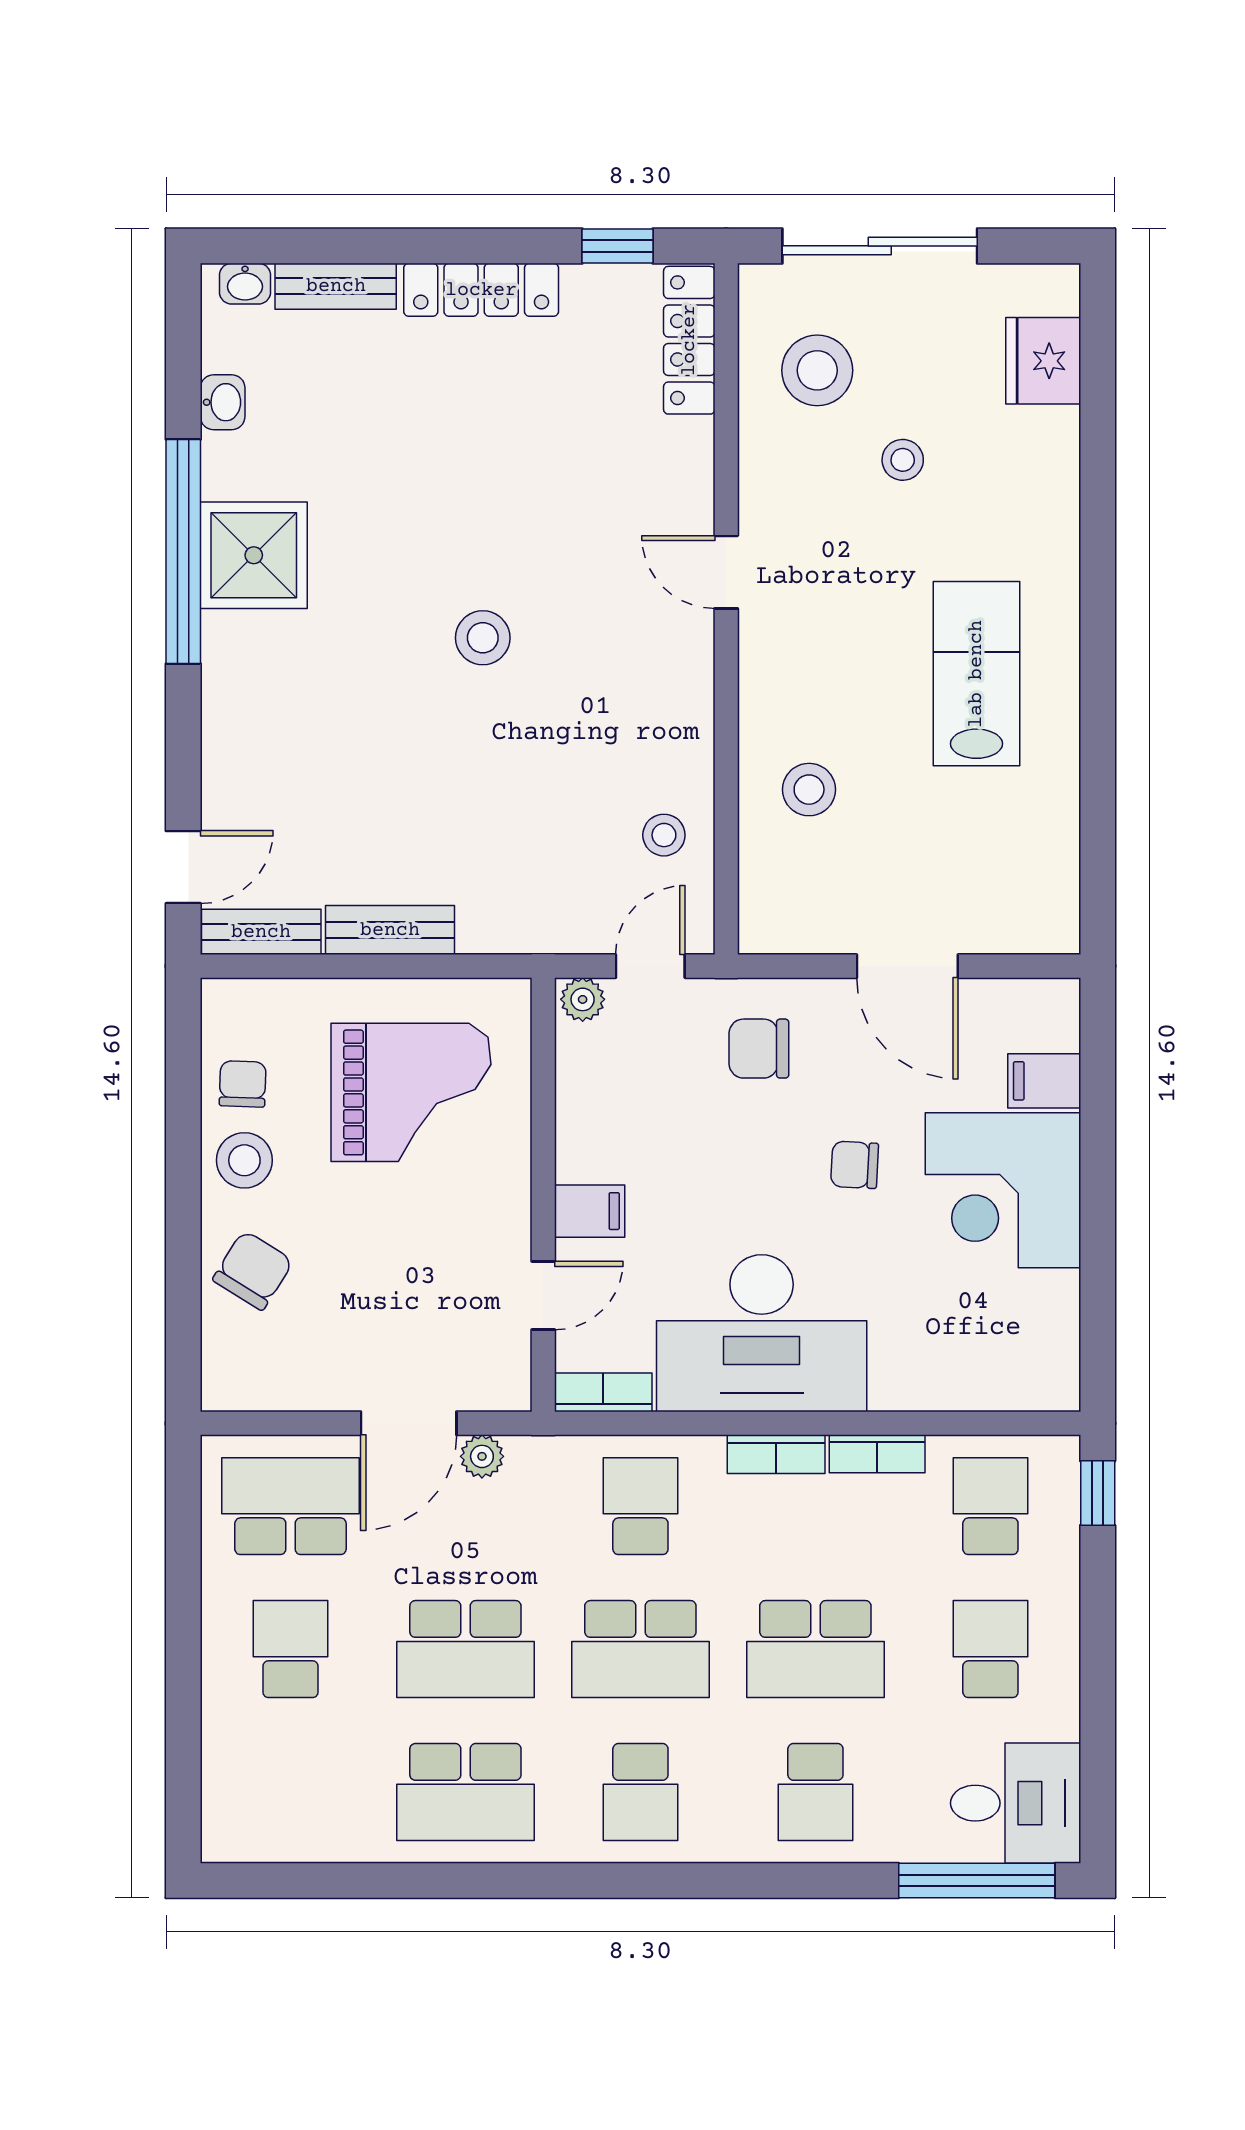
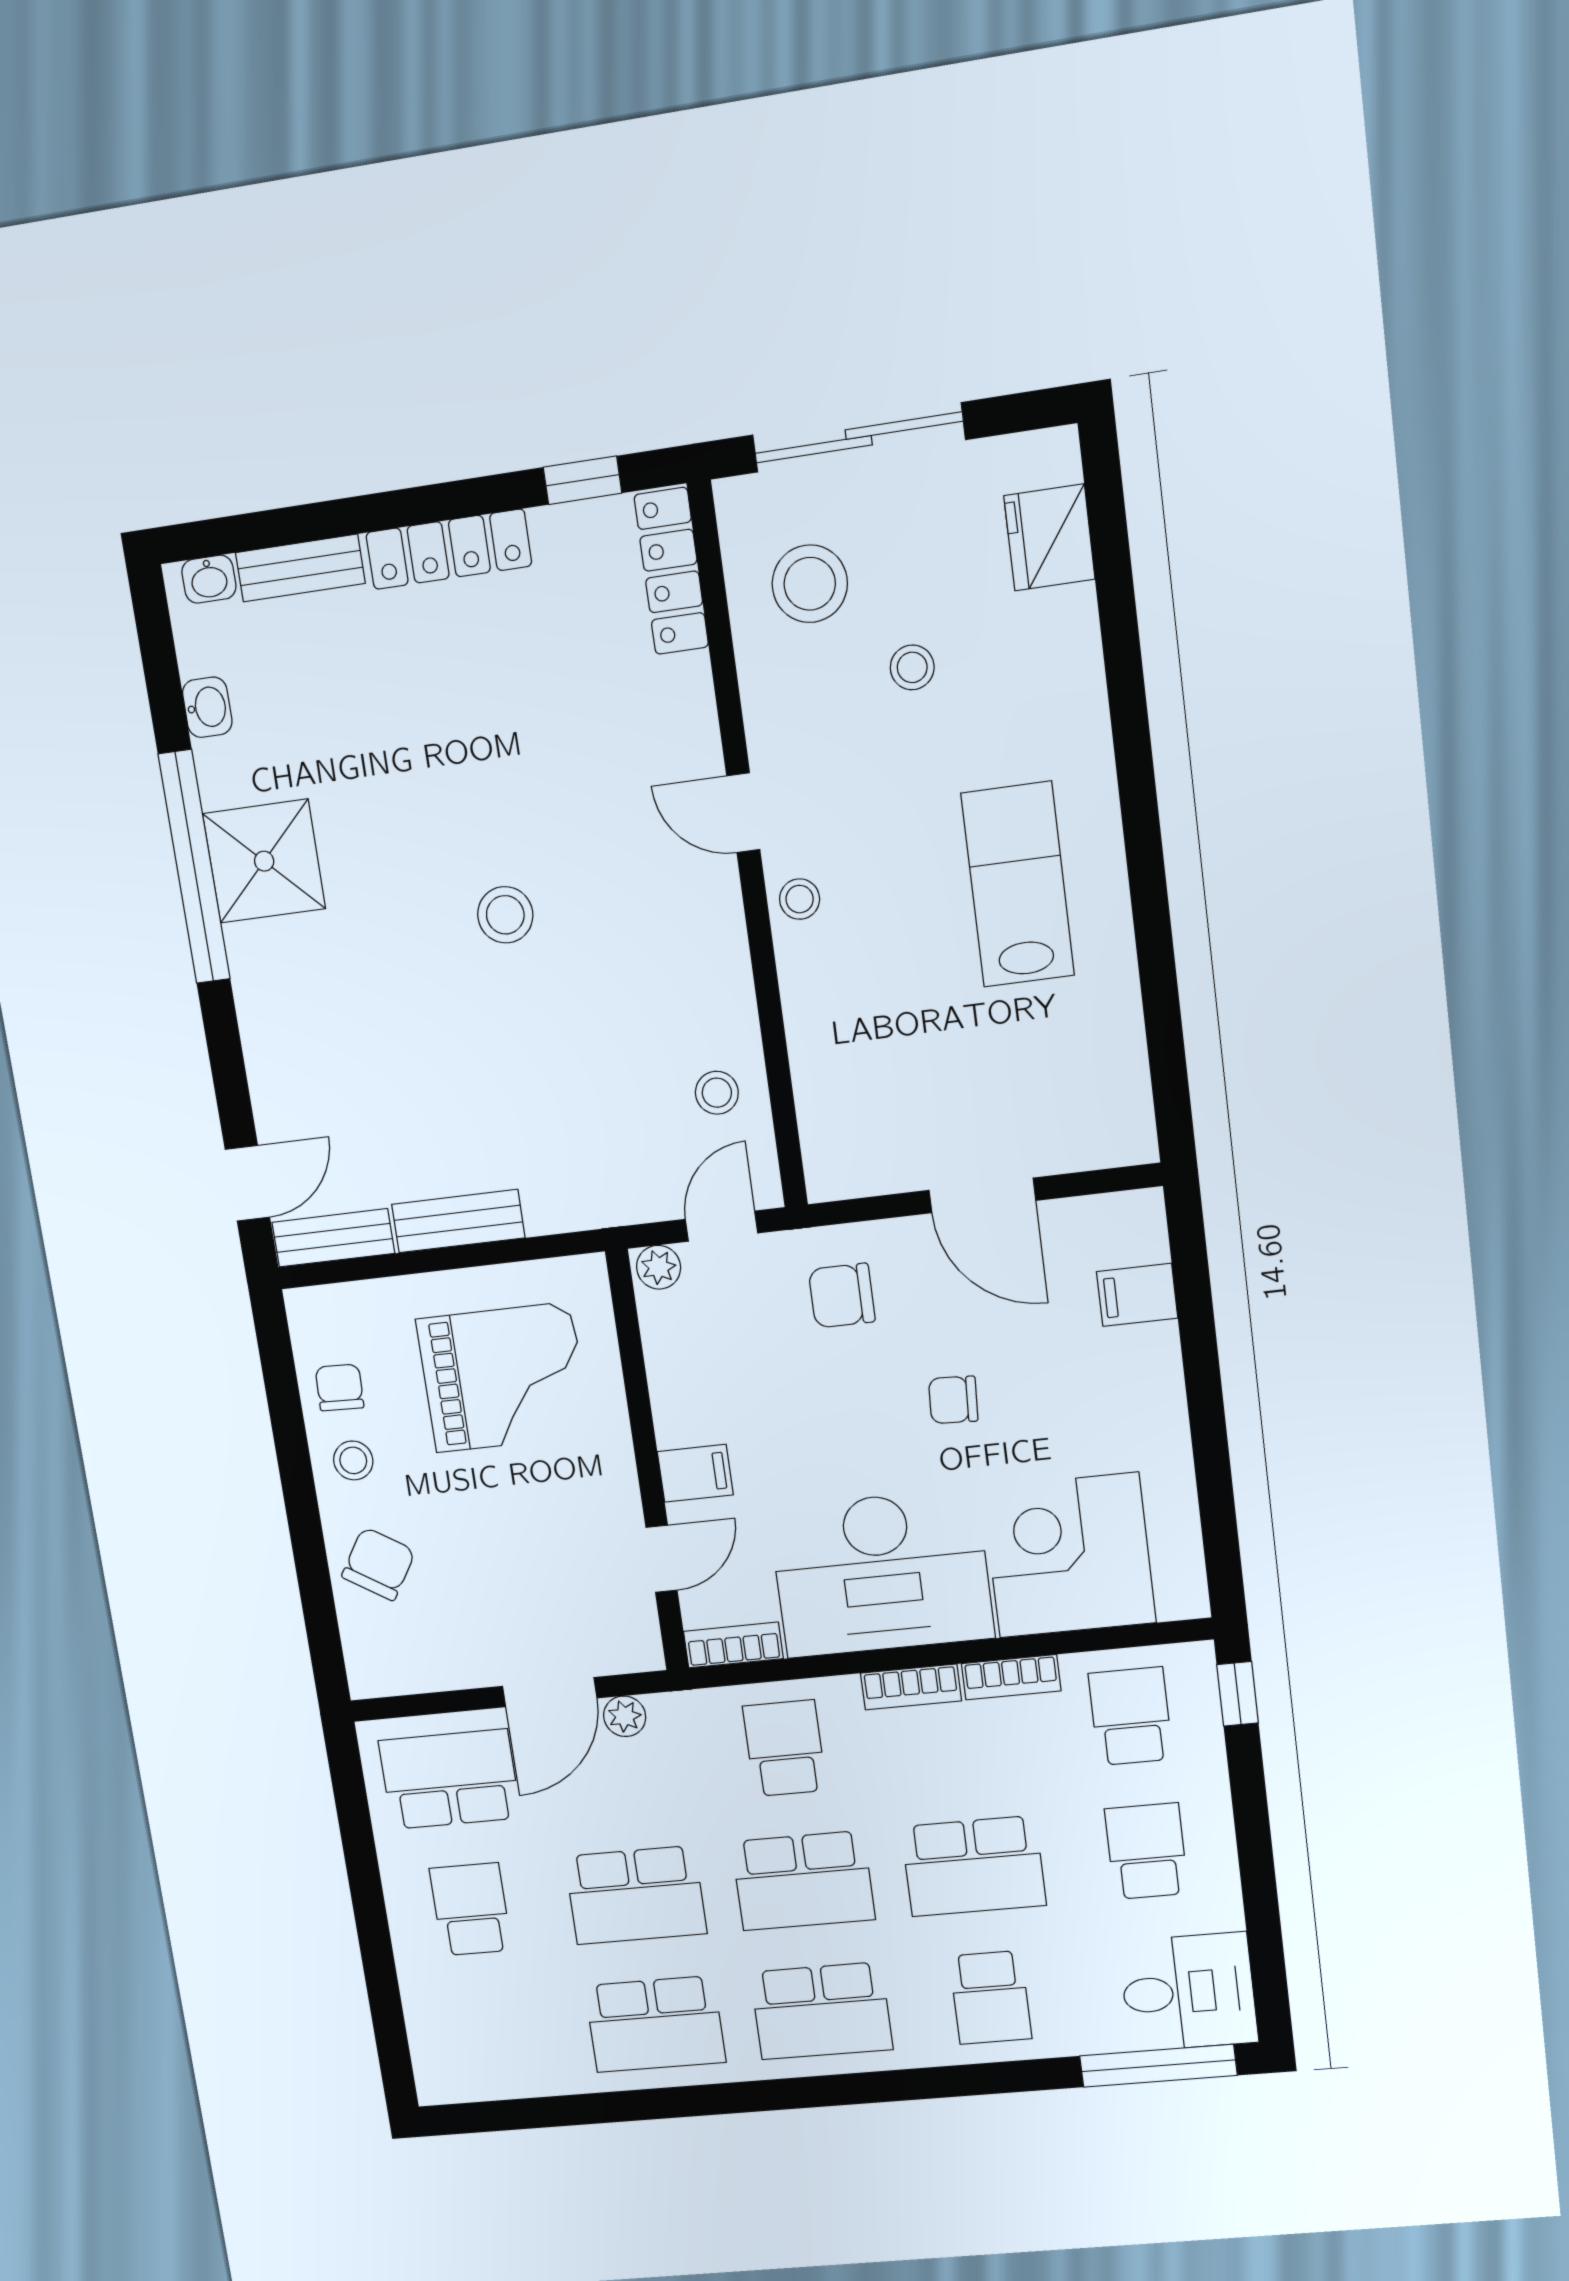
stool: (809, 790) -> (800, 899), moved, width x0.73, depth x0.73
stool: (244, 1160) -> (353, 1460), width x0.73, depth x0.73
corner desk: (1003, 1190) -> (1069, 1555), moved, turned 90
school desk: (640, 1792) -> (821, 2011), width x1.85

